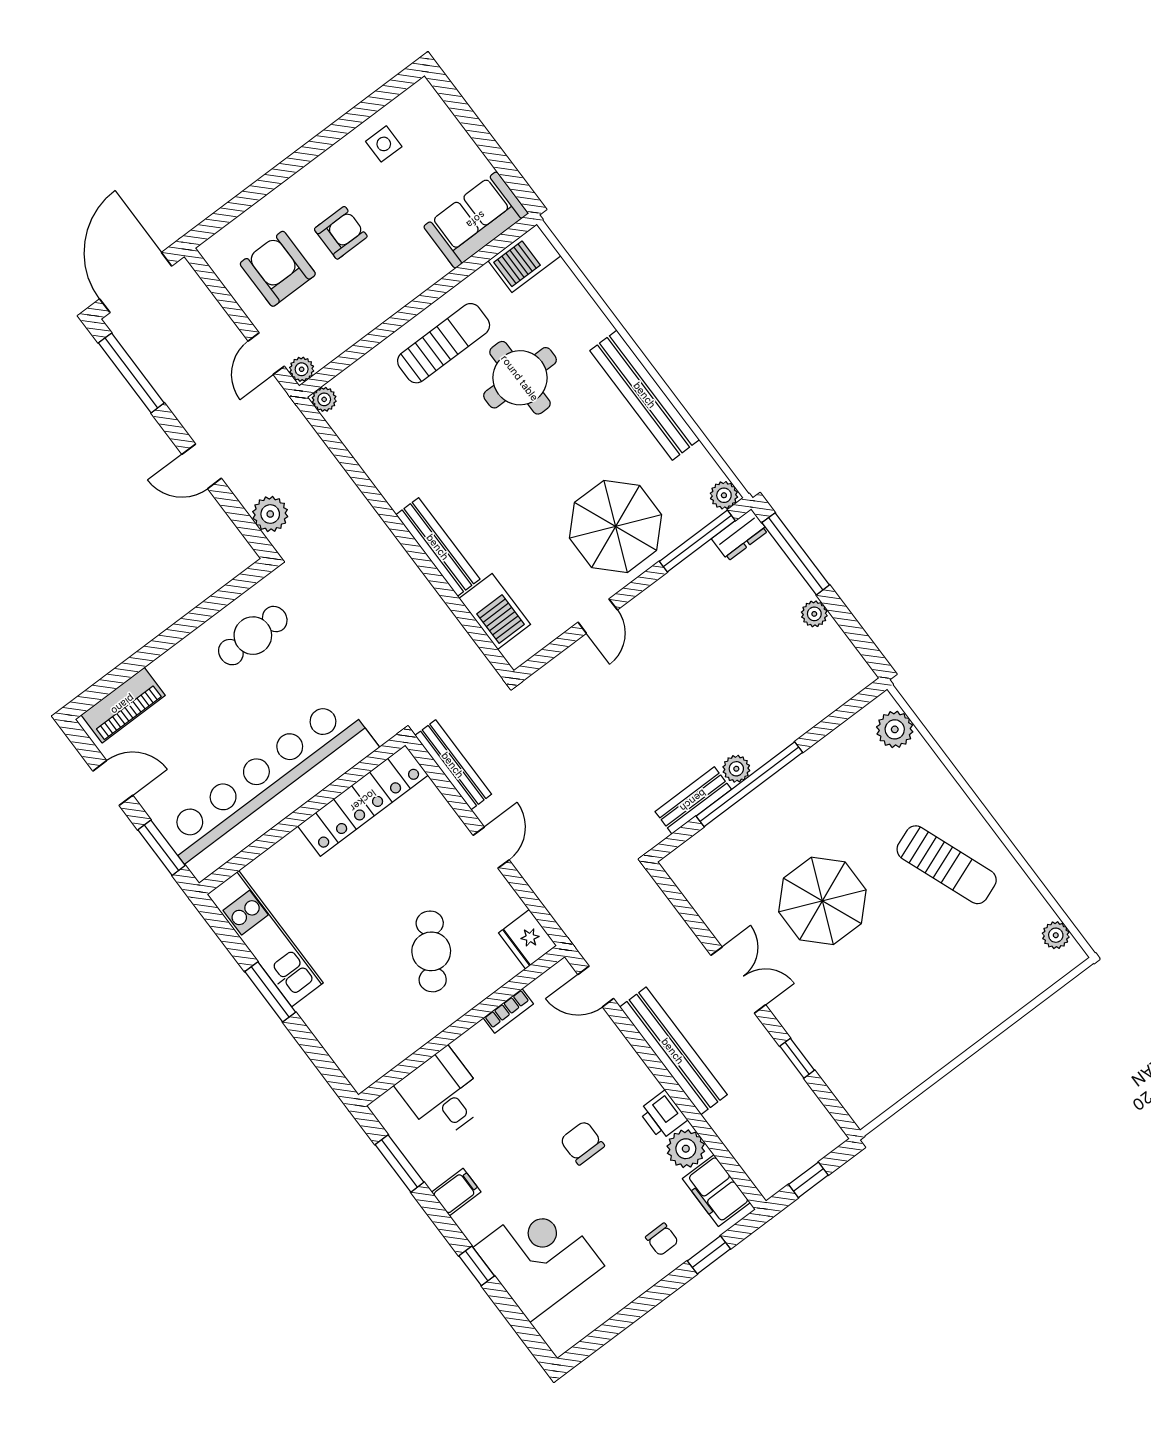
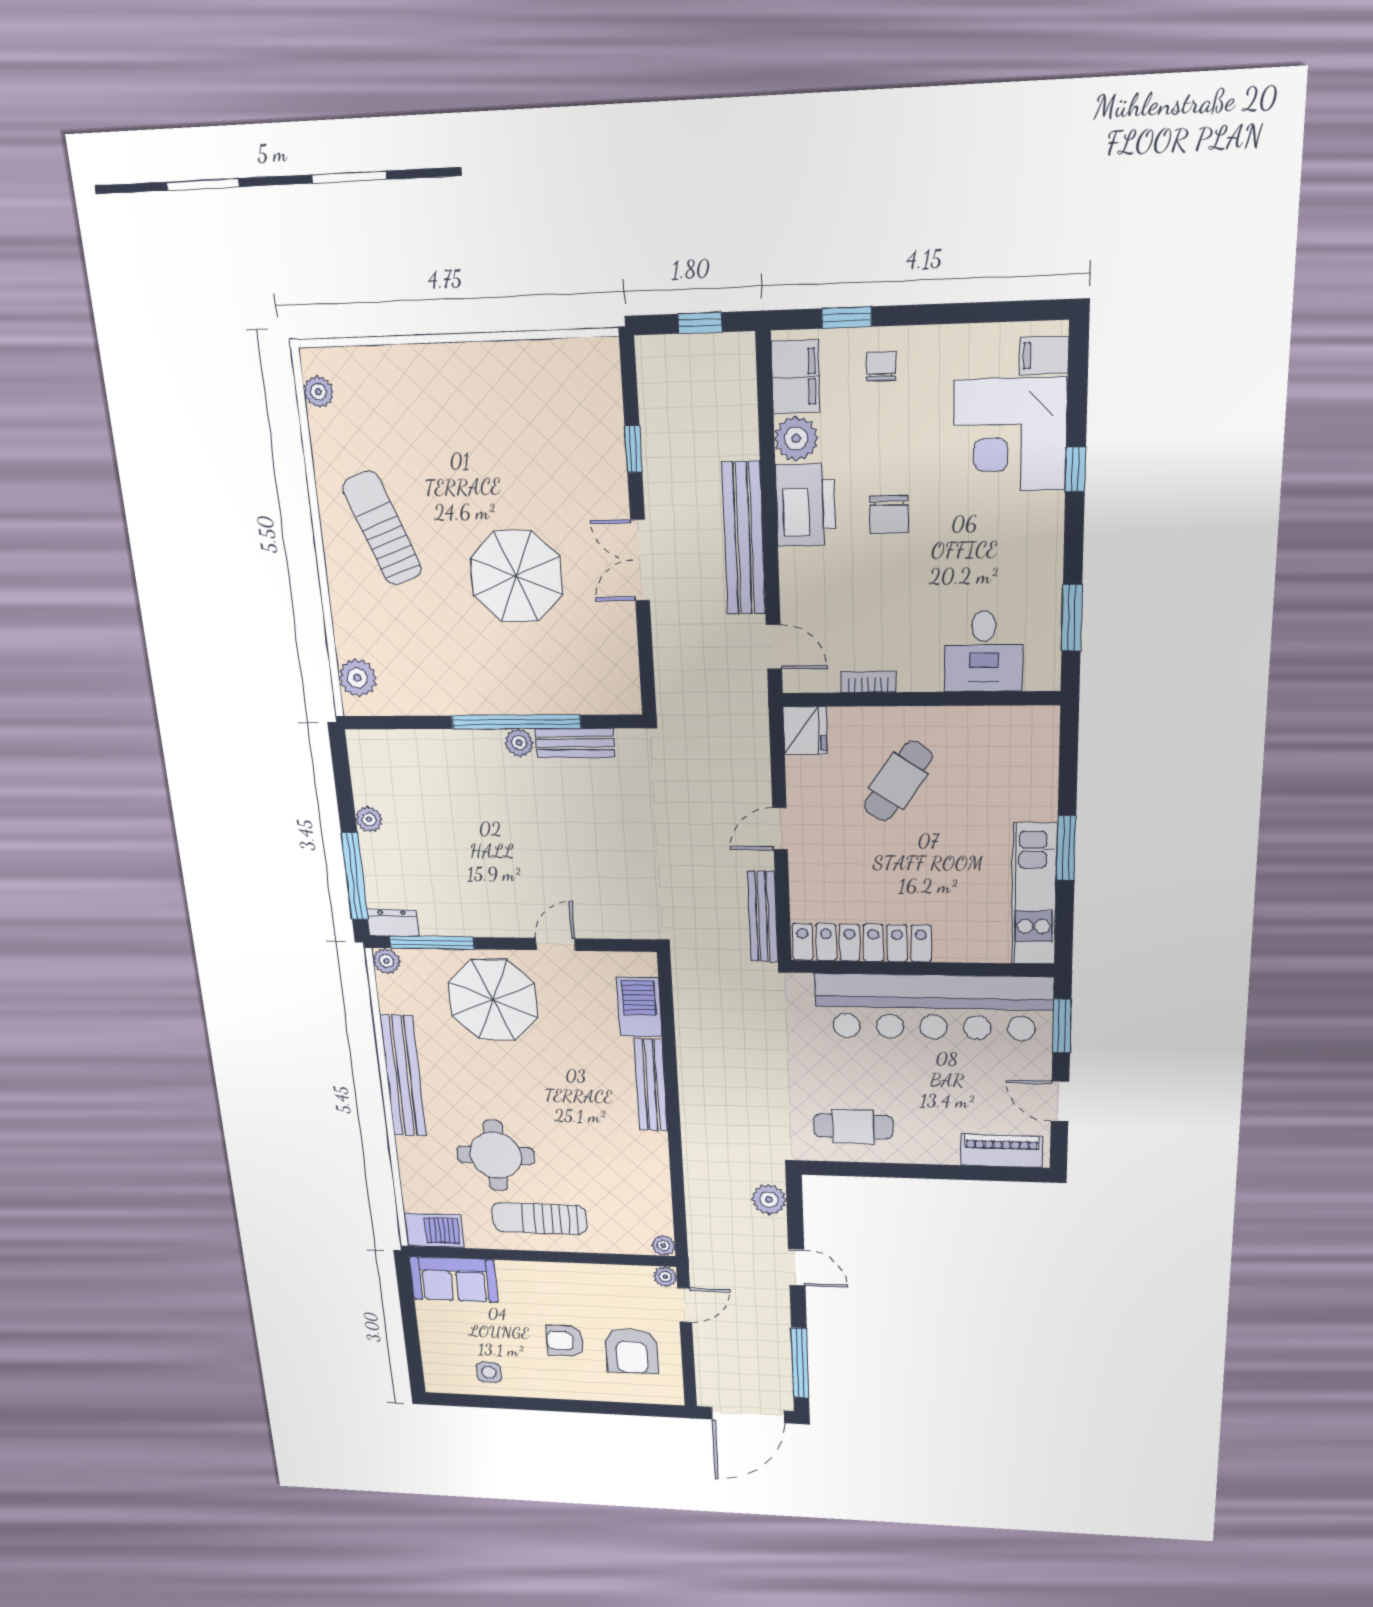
printer: (663, 1115) -> (805, 505), width x1.87, depth x1.48
filing cabinet: (456, 1192) -> (1044, 355), moved

